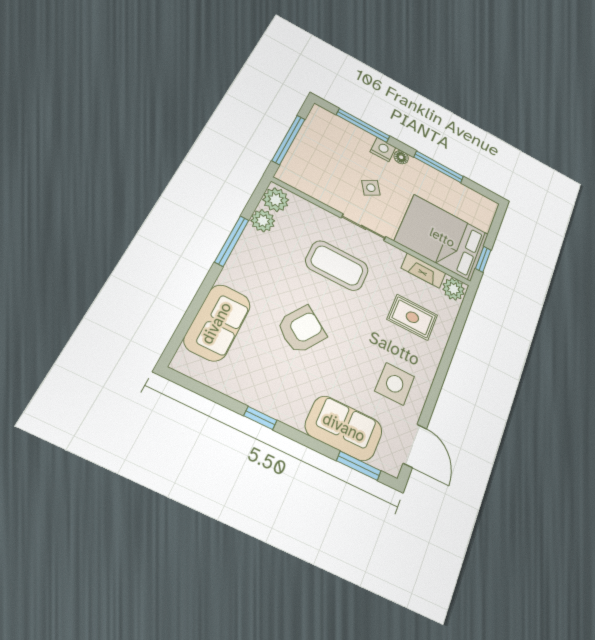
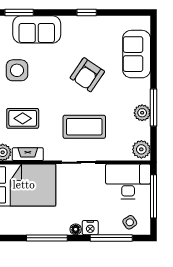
desk: (312, 173) -> (128, 181), added
side table: (371, 188) -> (130, 222), moved
plant: (263, 221) -> (142, 113), moved

